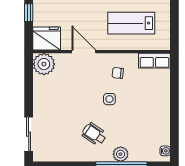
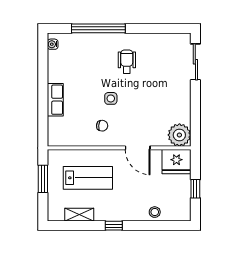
window: (174, 22) -> (43, 179), added
row of seats: (154, 61) -> (55, 100), moved, turned 90
wheelchair: (94, 134) -> (127, 62), turned -124
plant: (121, 154) -> (99, 41), removed

